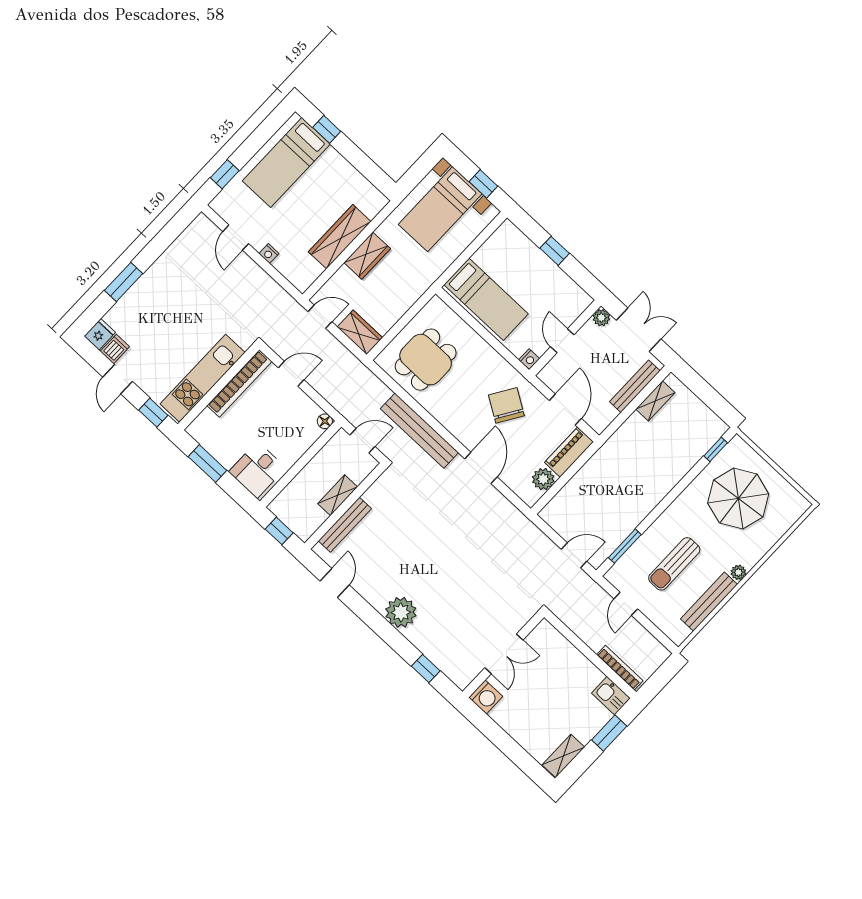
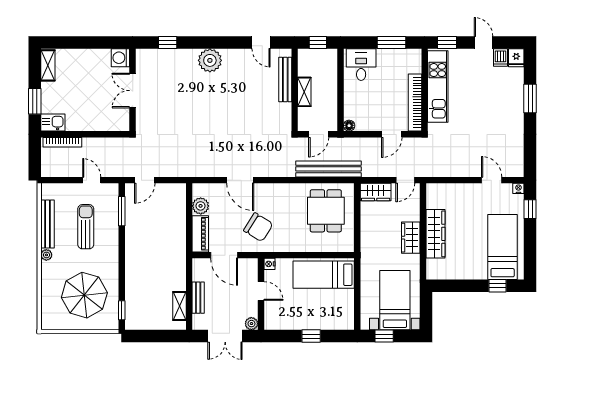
nightstand: (269, 254) -> (518, 188), moved
bench: (635, 386) -> (198, 298), width x0.73
bench: (419, 431) -> (329, 169), moved

